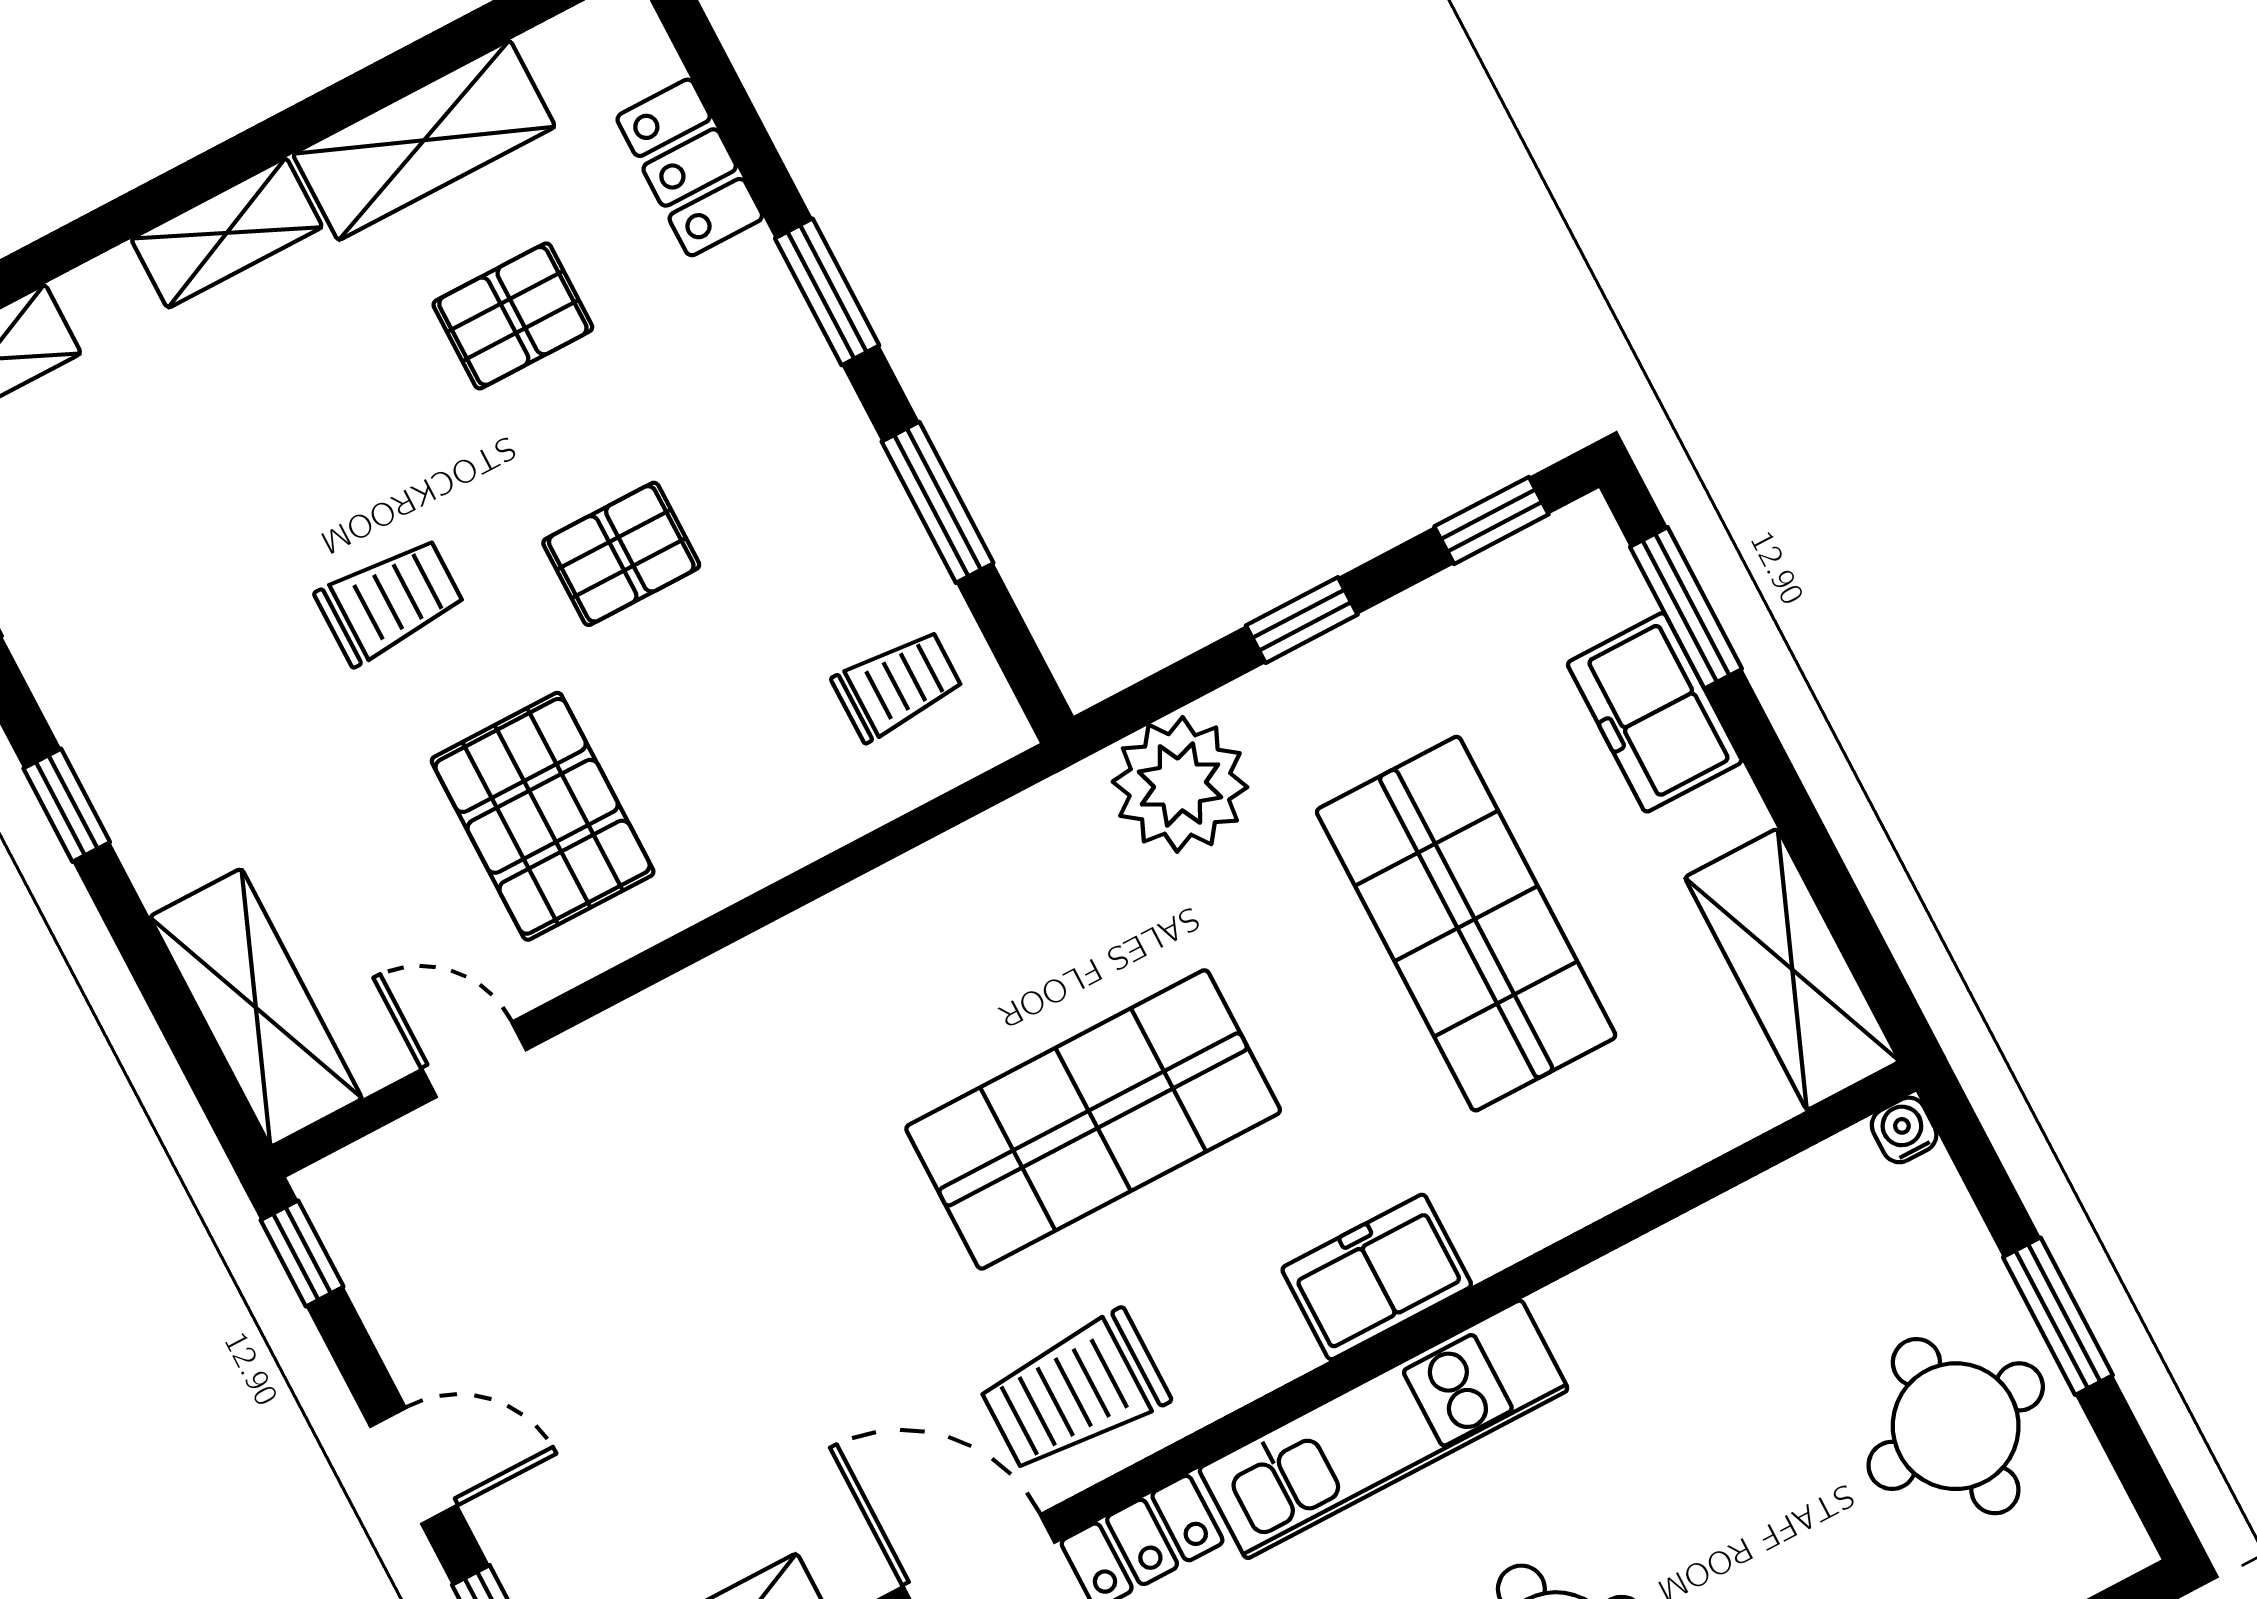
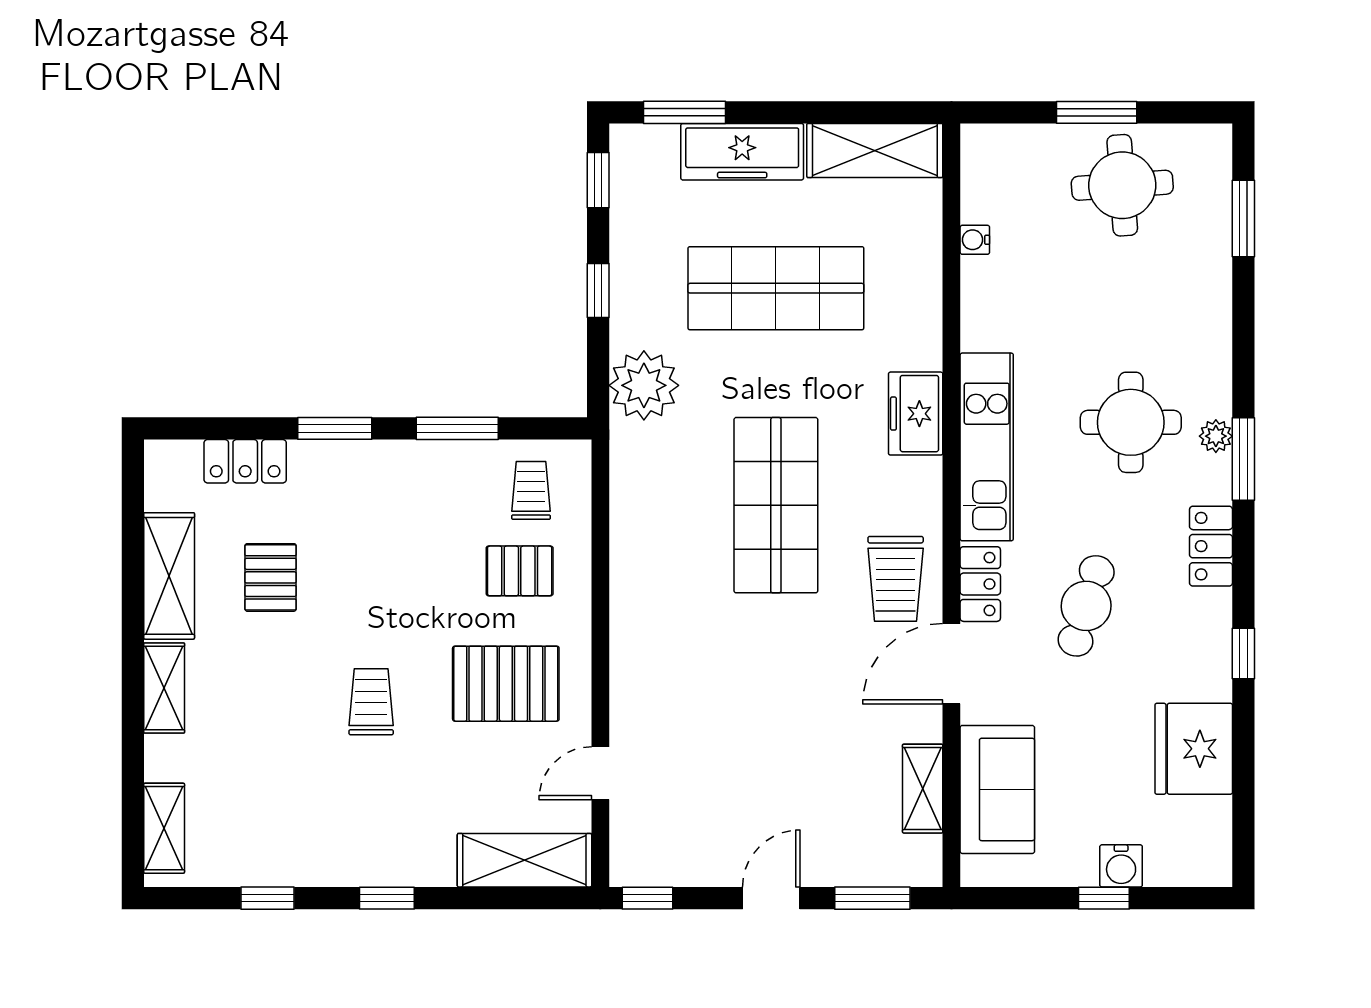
pallet: (621, 554) -> (520, 571), moved, turned 90
freezer: (1655, 712) -> (742, 152), width x1.40
water cooler: (1904, 1130) -> (975, 240), moved

